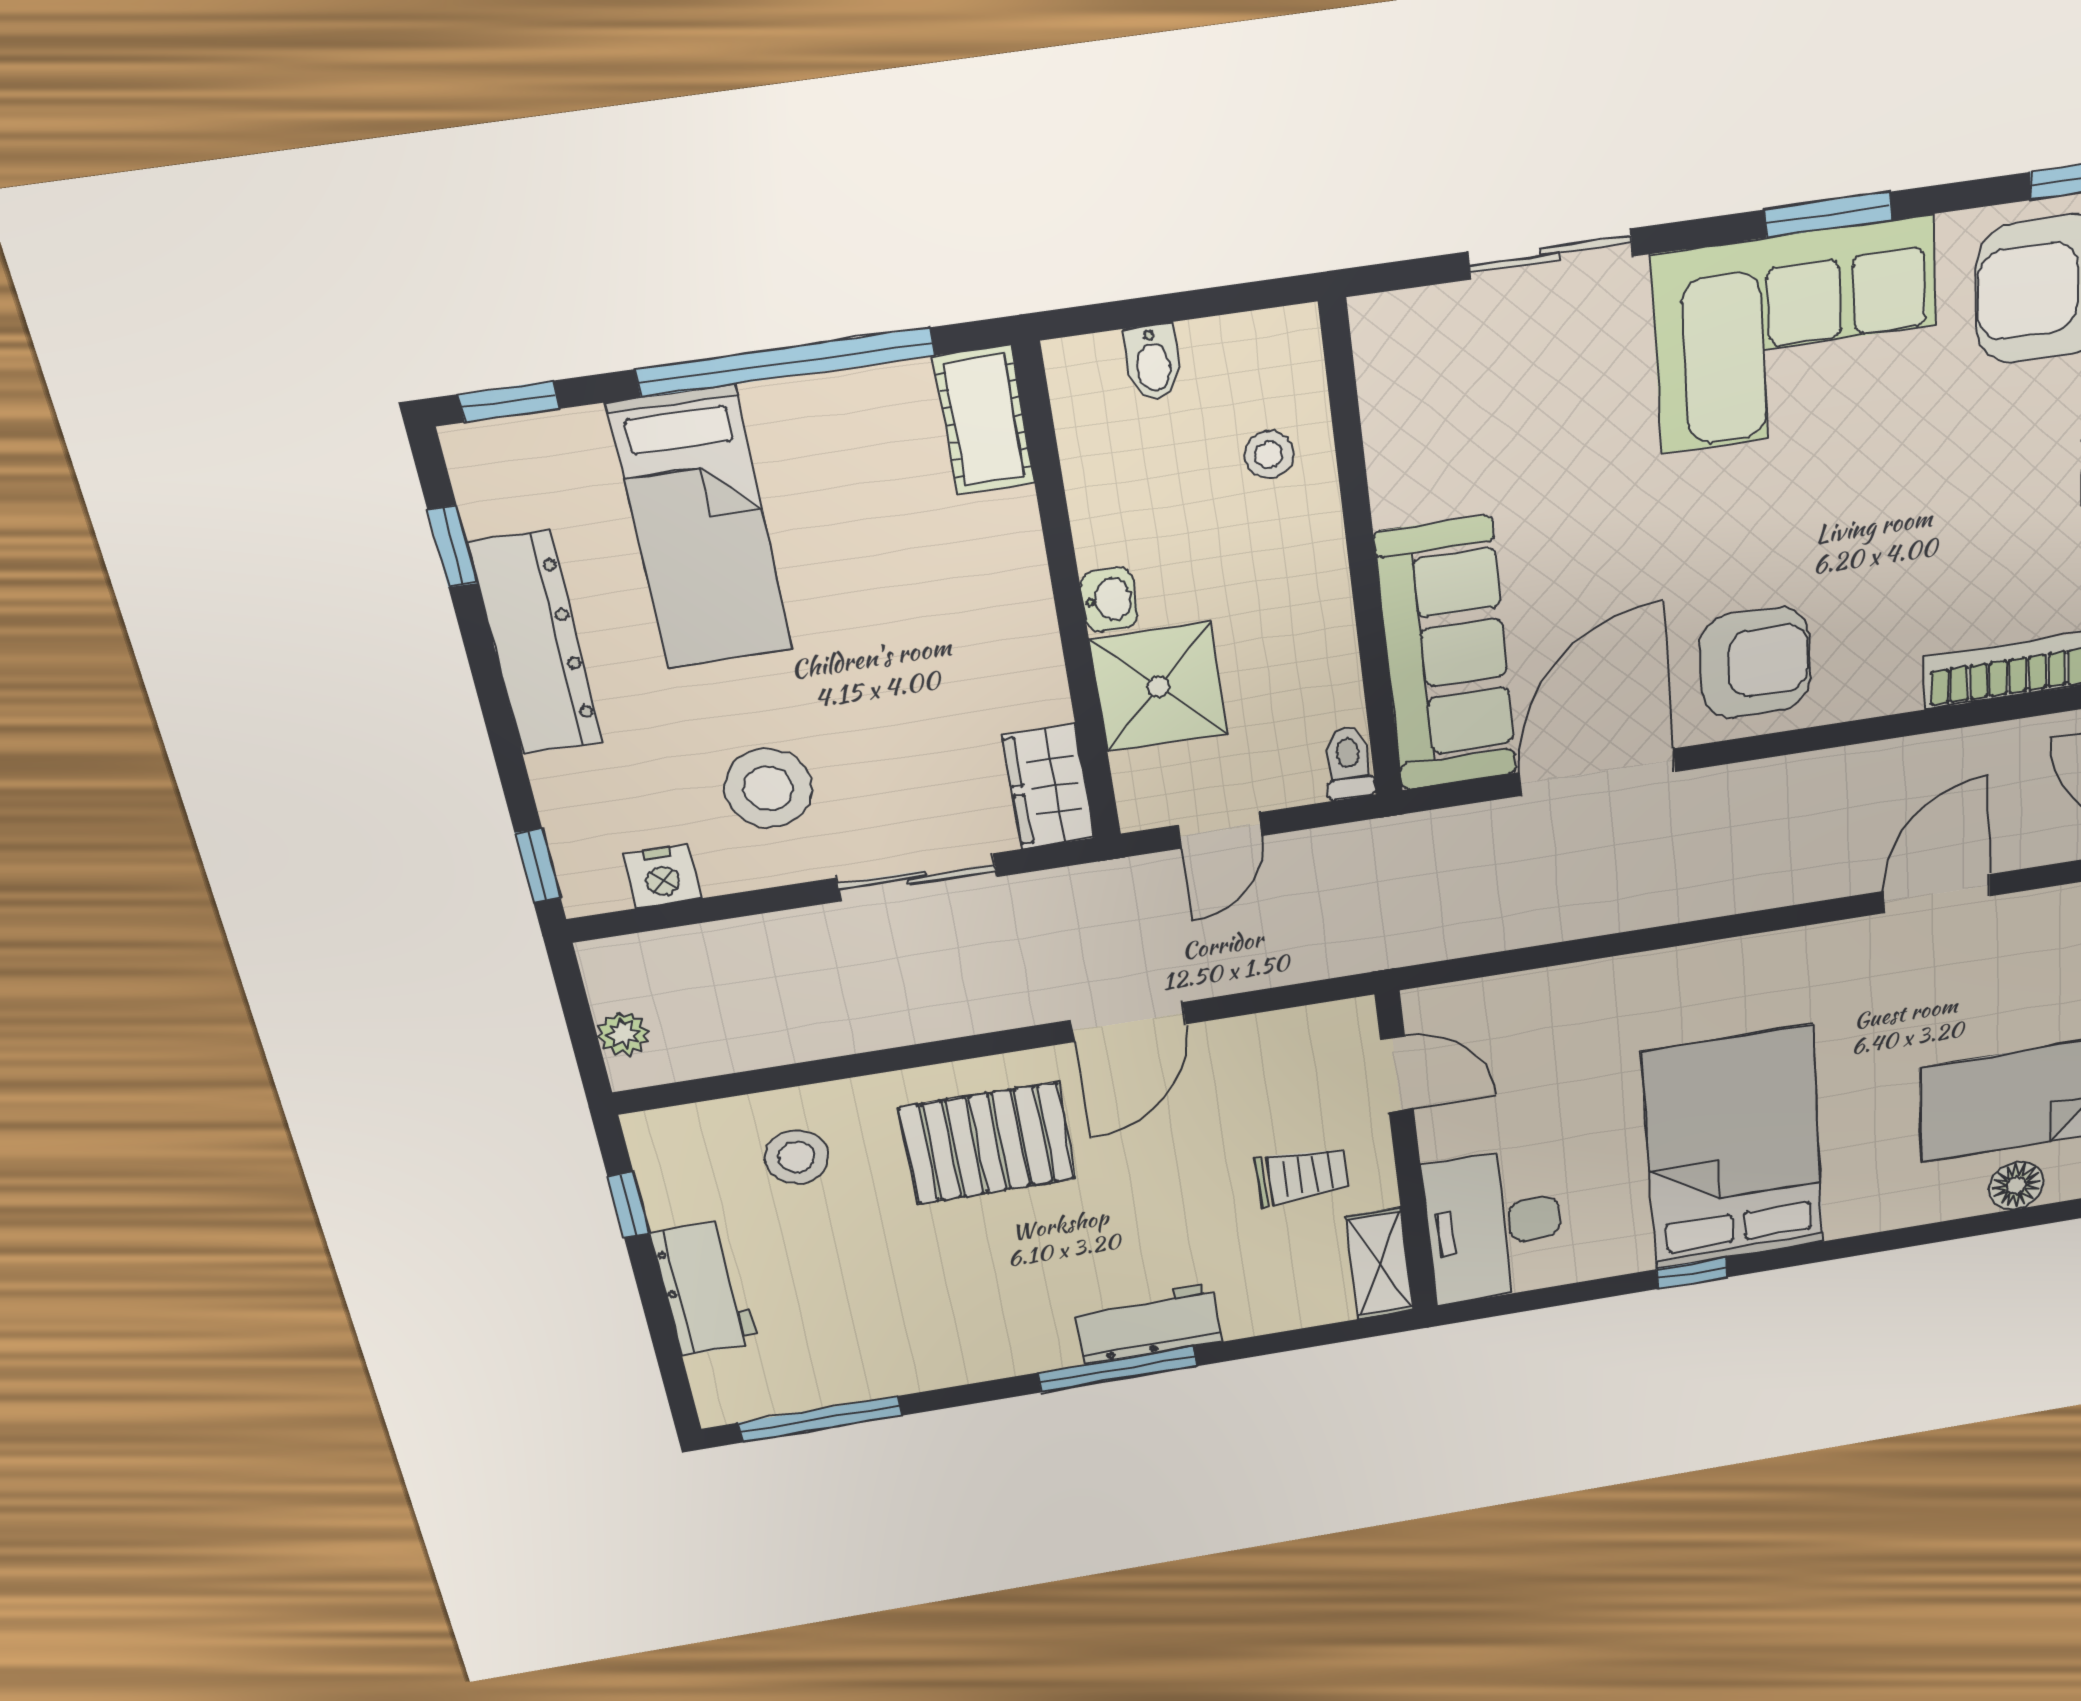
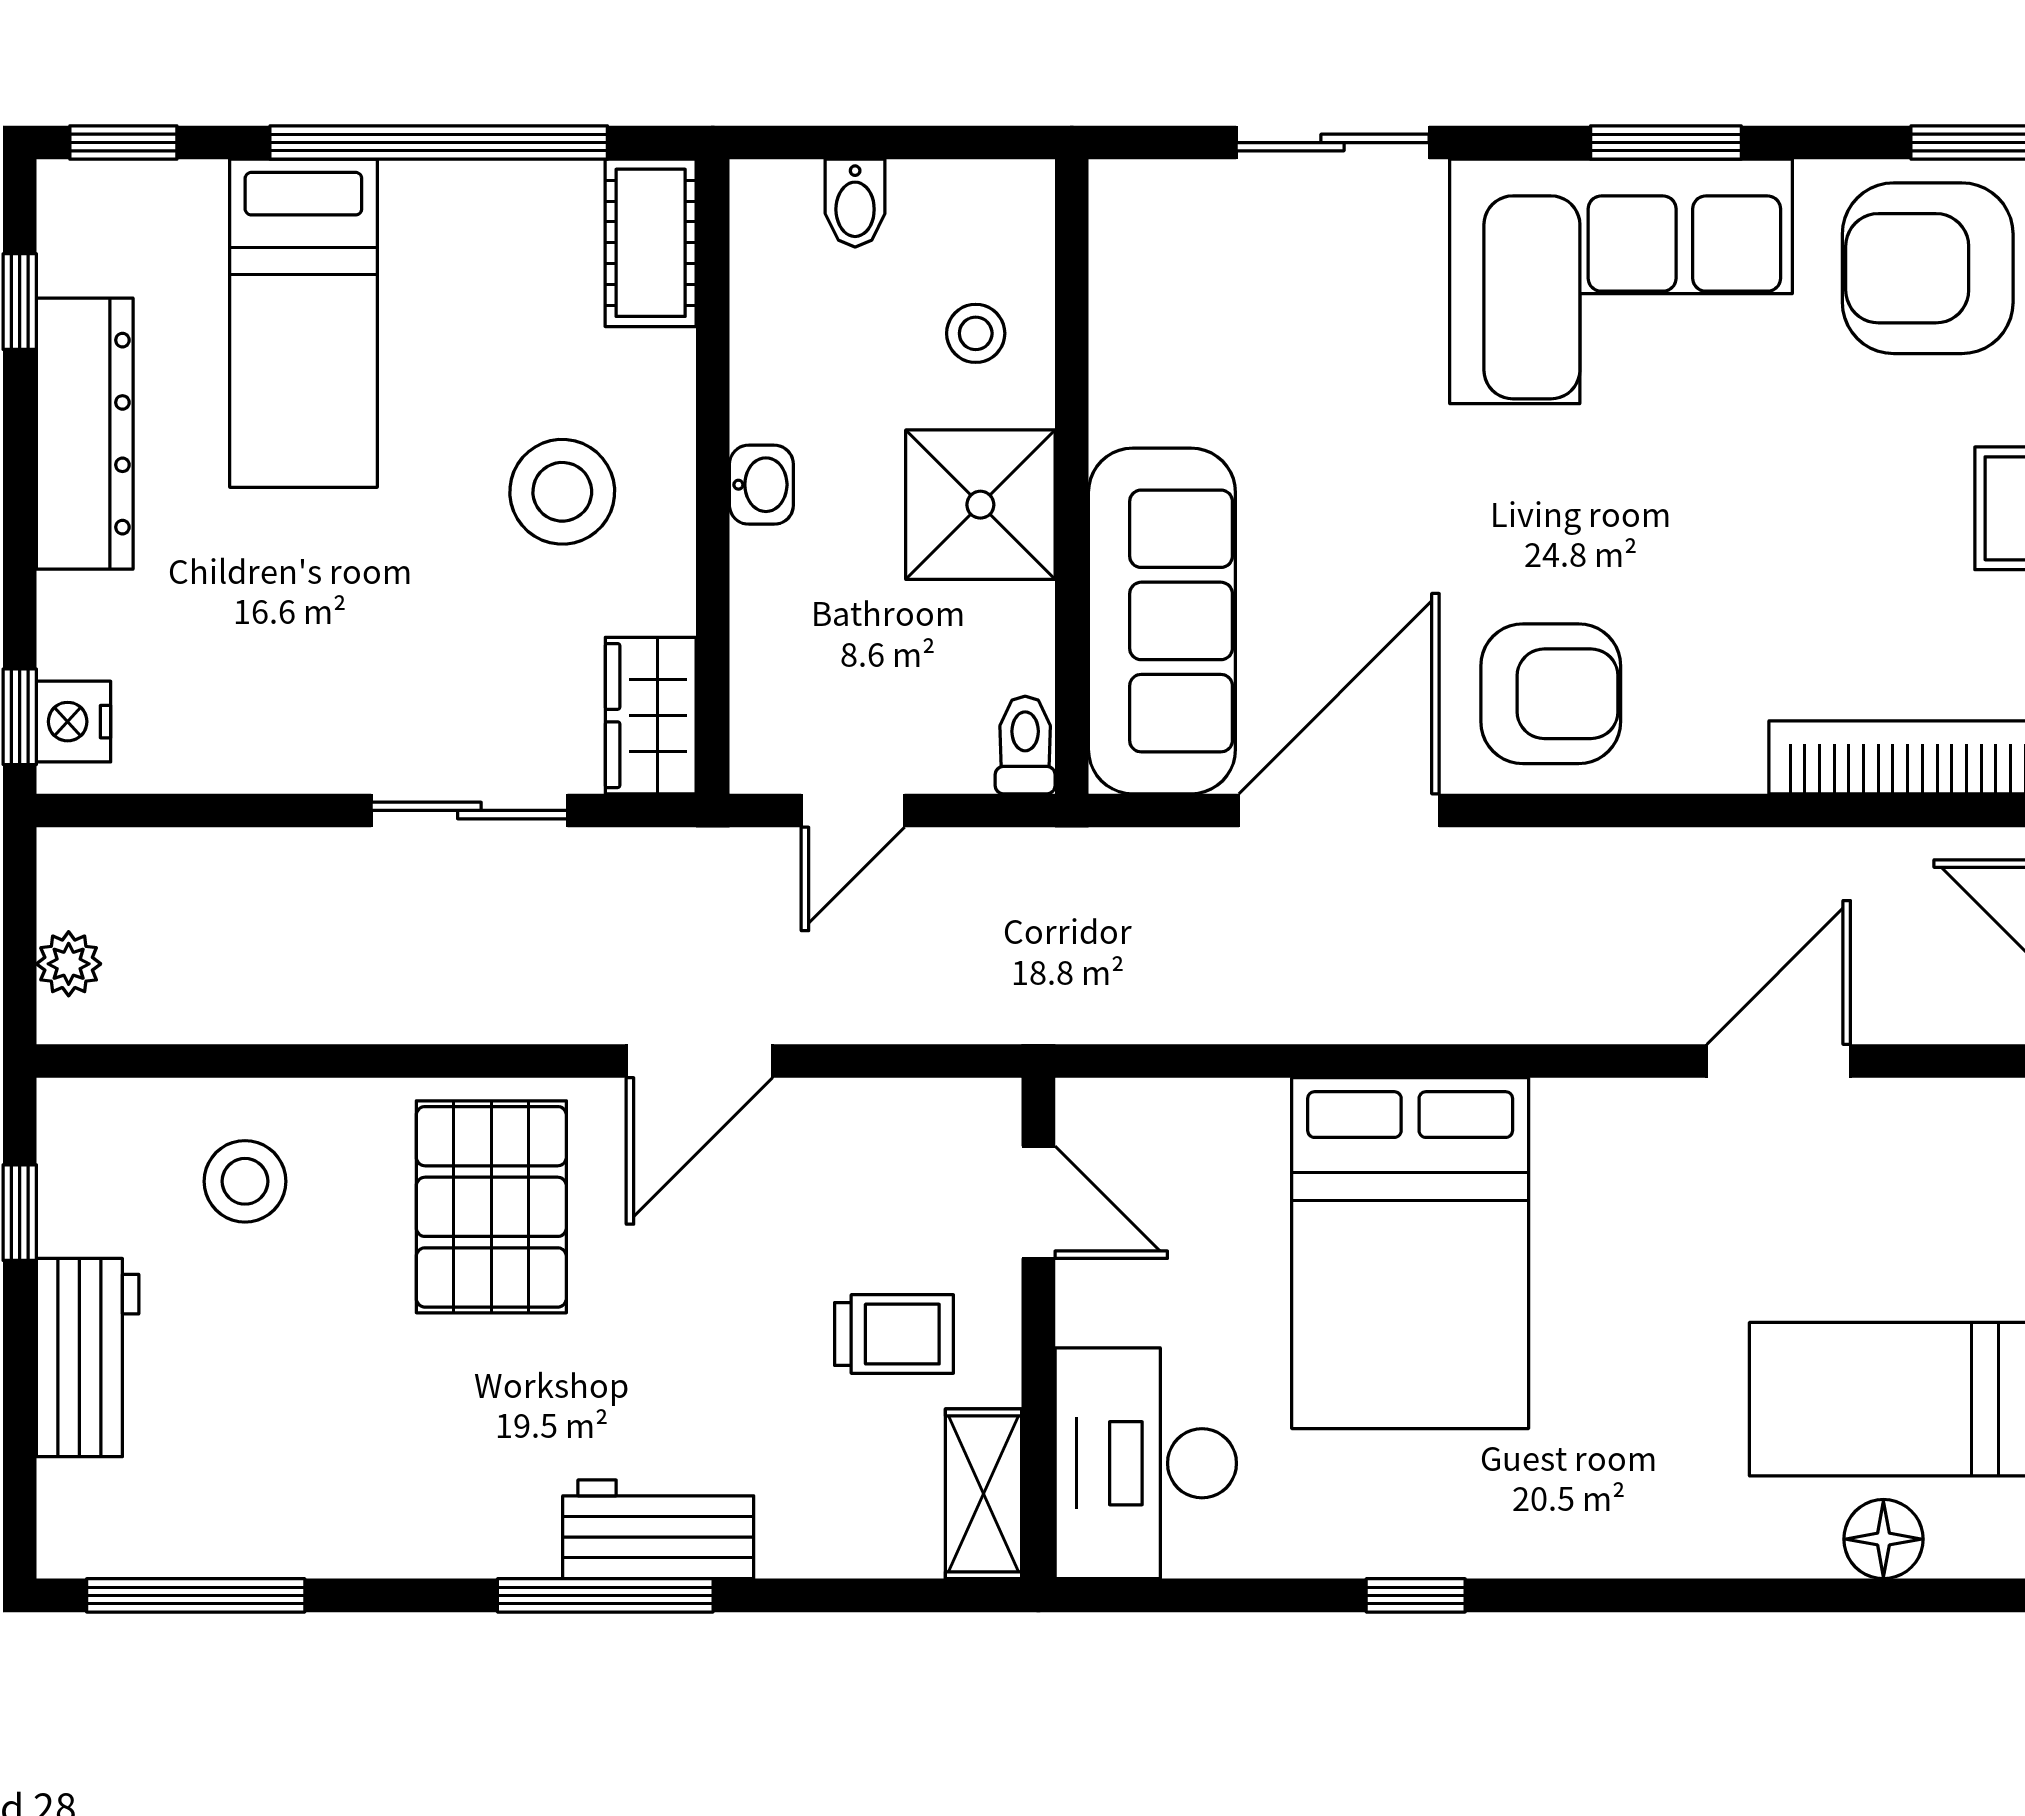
shower: (1159, 687) -> (980, 505), moved
stool: (768, 788) -> (562, 492), moved
nightstand: (662, 877) -> (74, 722), moved, turned 90
pallet: (988, 1143) -> (491, 1207), turned 90
bed: (1734, 1149) -> (1410, 1253), moved, turned 180

